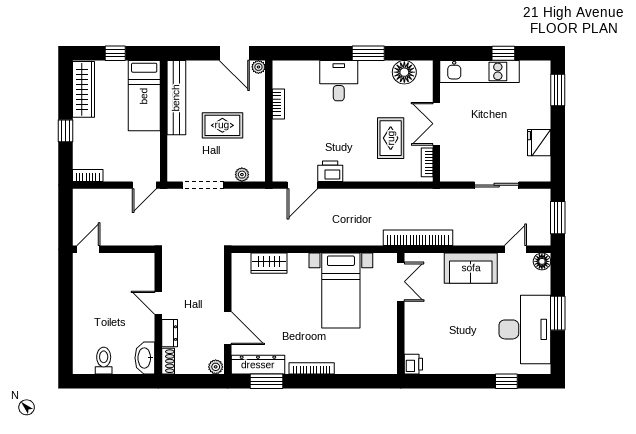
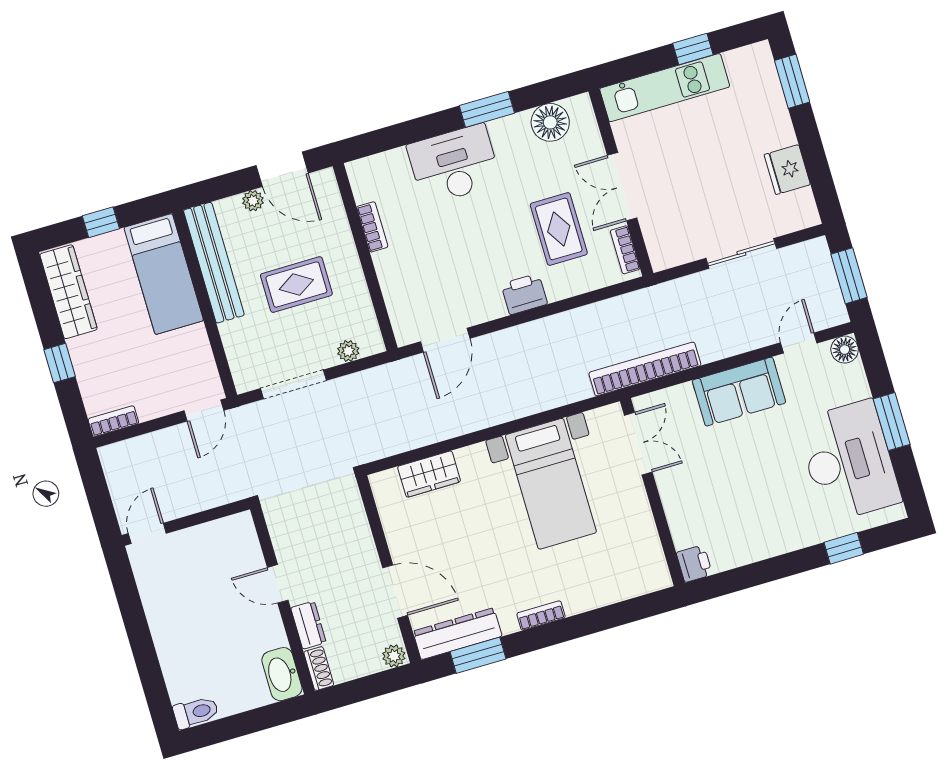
plant: (258, 67) -> (253, 201), moved
desk: (339, 81) -> (454, 164), width x1.37
printer: (330, 171) -> (524, 294), moved
toilet: (104, 361) -> (196, 712), moved, turned 90
bookcase: (312, 368) -> (541, 615), width x0.64

